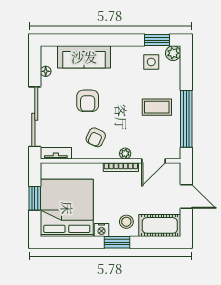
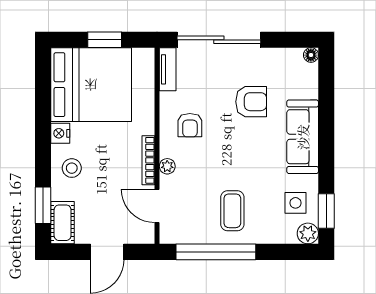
sofa: (84, 57) -> (303, 137), moved
floor lamp: (46, 71) -> (311, 55), moved
armchair: (88, 101) -> (251, 102), moved, turned 180
armchair: (96, 137) -> (190, 125), turned -115
cot: (160, 225) -> (63, 223), width x0.73, depth x0.75
window: (117, 242) -> (43, 205), moved

